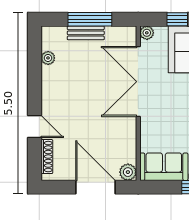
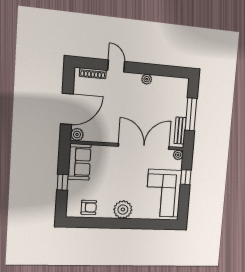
bench: (86, 33) -> (180, 131), moved
plant: (48, 58) -> (147, 79), moved
door: (34, 127) -> (116, 66), swing flipped

